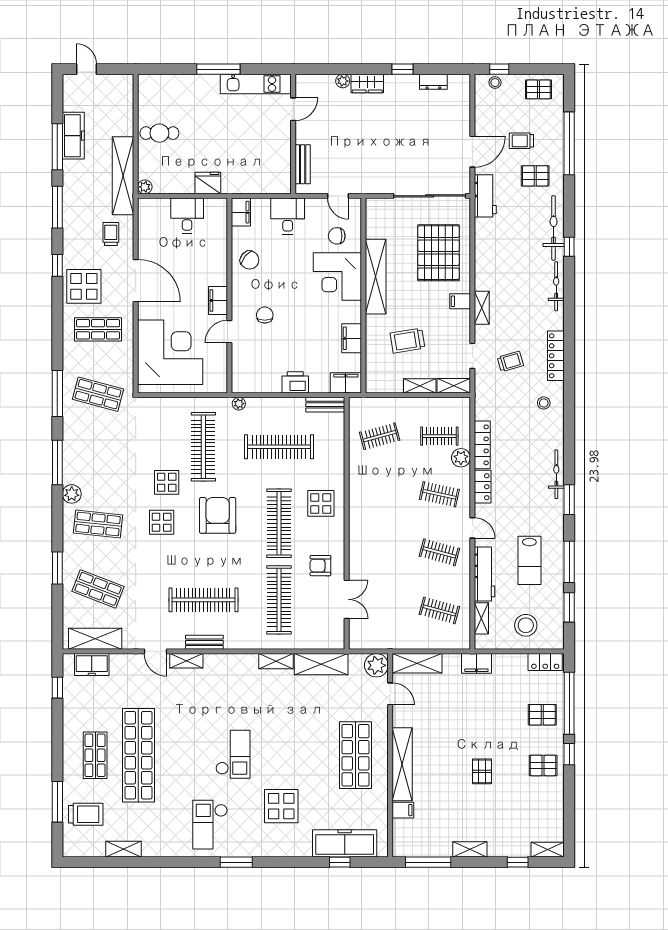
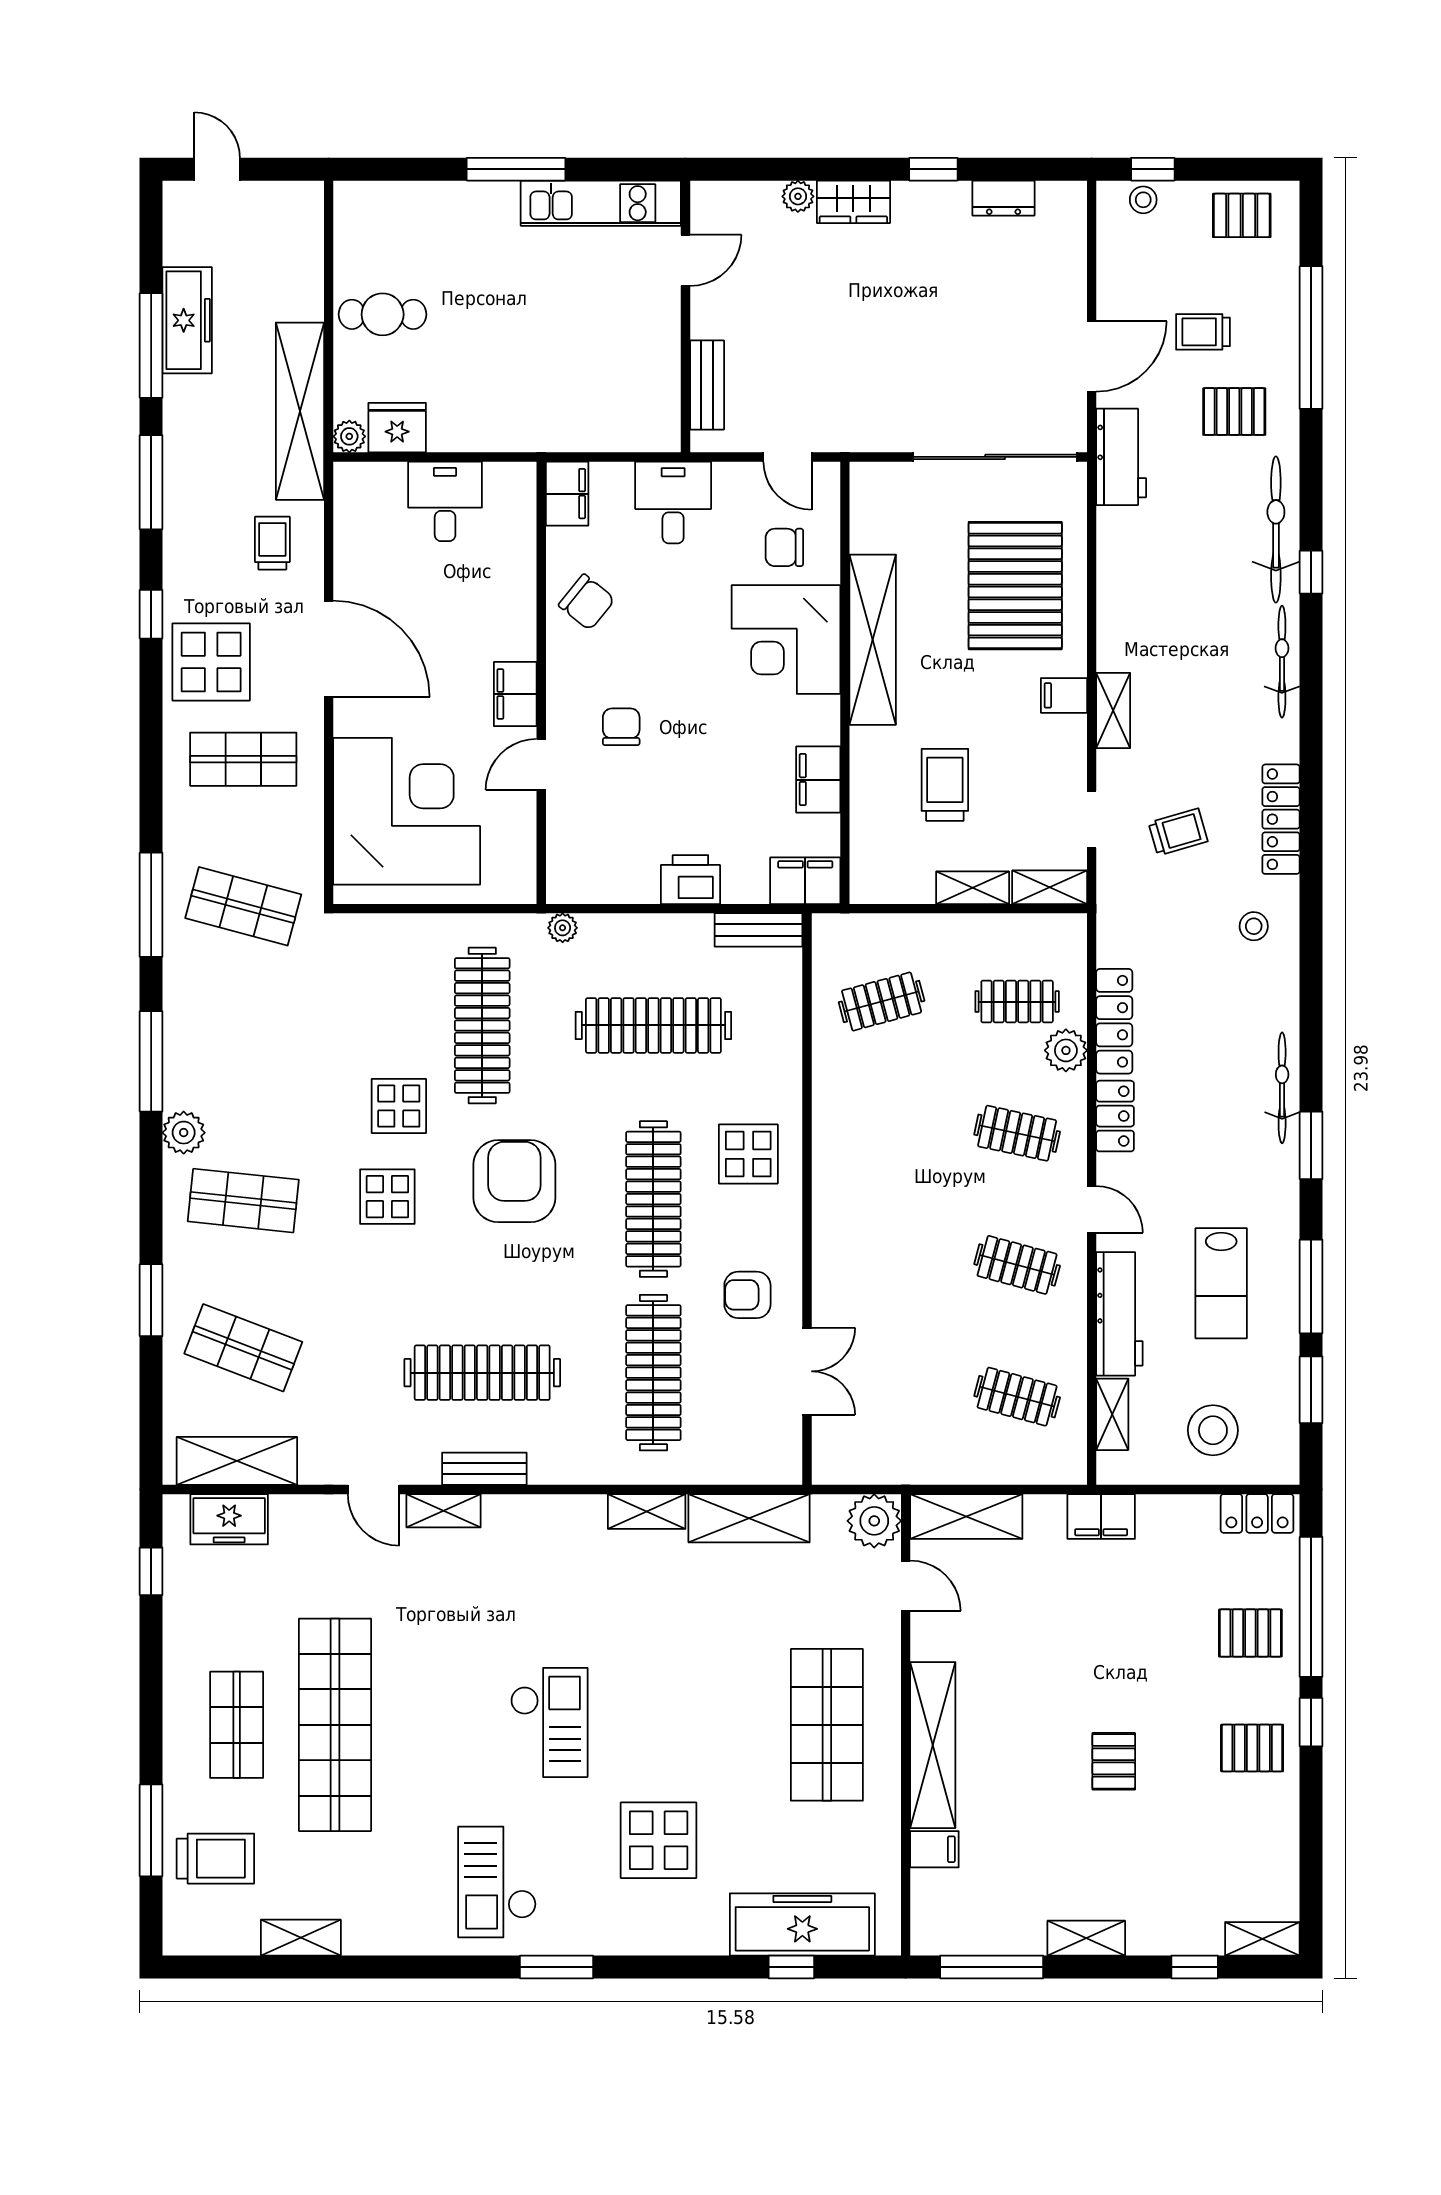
fridge: (208, 183) -> (397, 428), moved
trolley: (408, 341) -> (945, 785), turned 99

